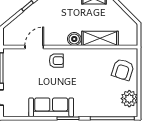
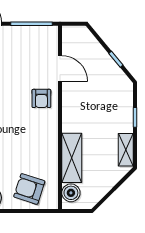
boiler: (74, 39) -> (71, 193), moved

